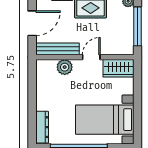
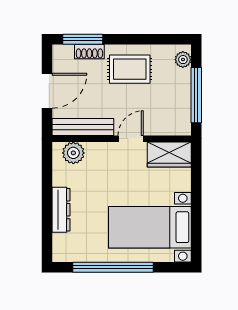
plant: (65, 67) -> (73, 153), moved
dresser: (42, 127) -> (61, 210), moved

